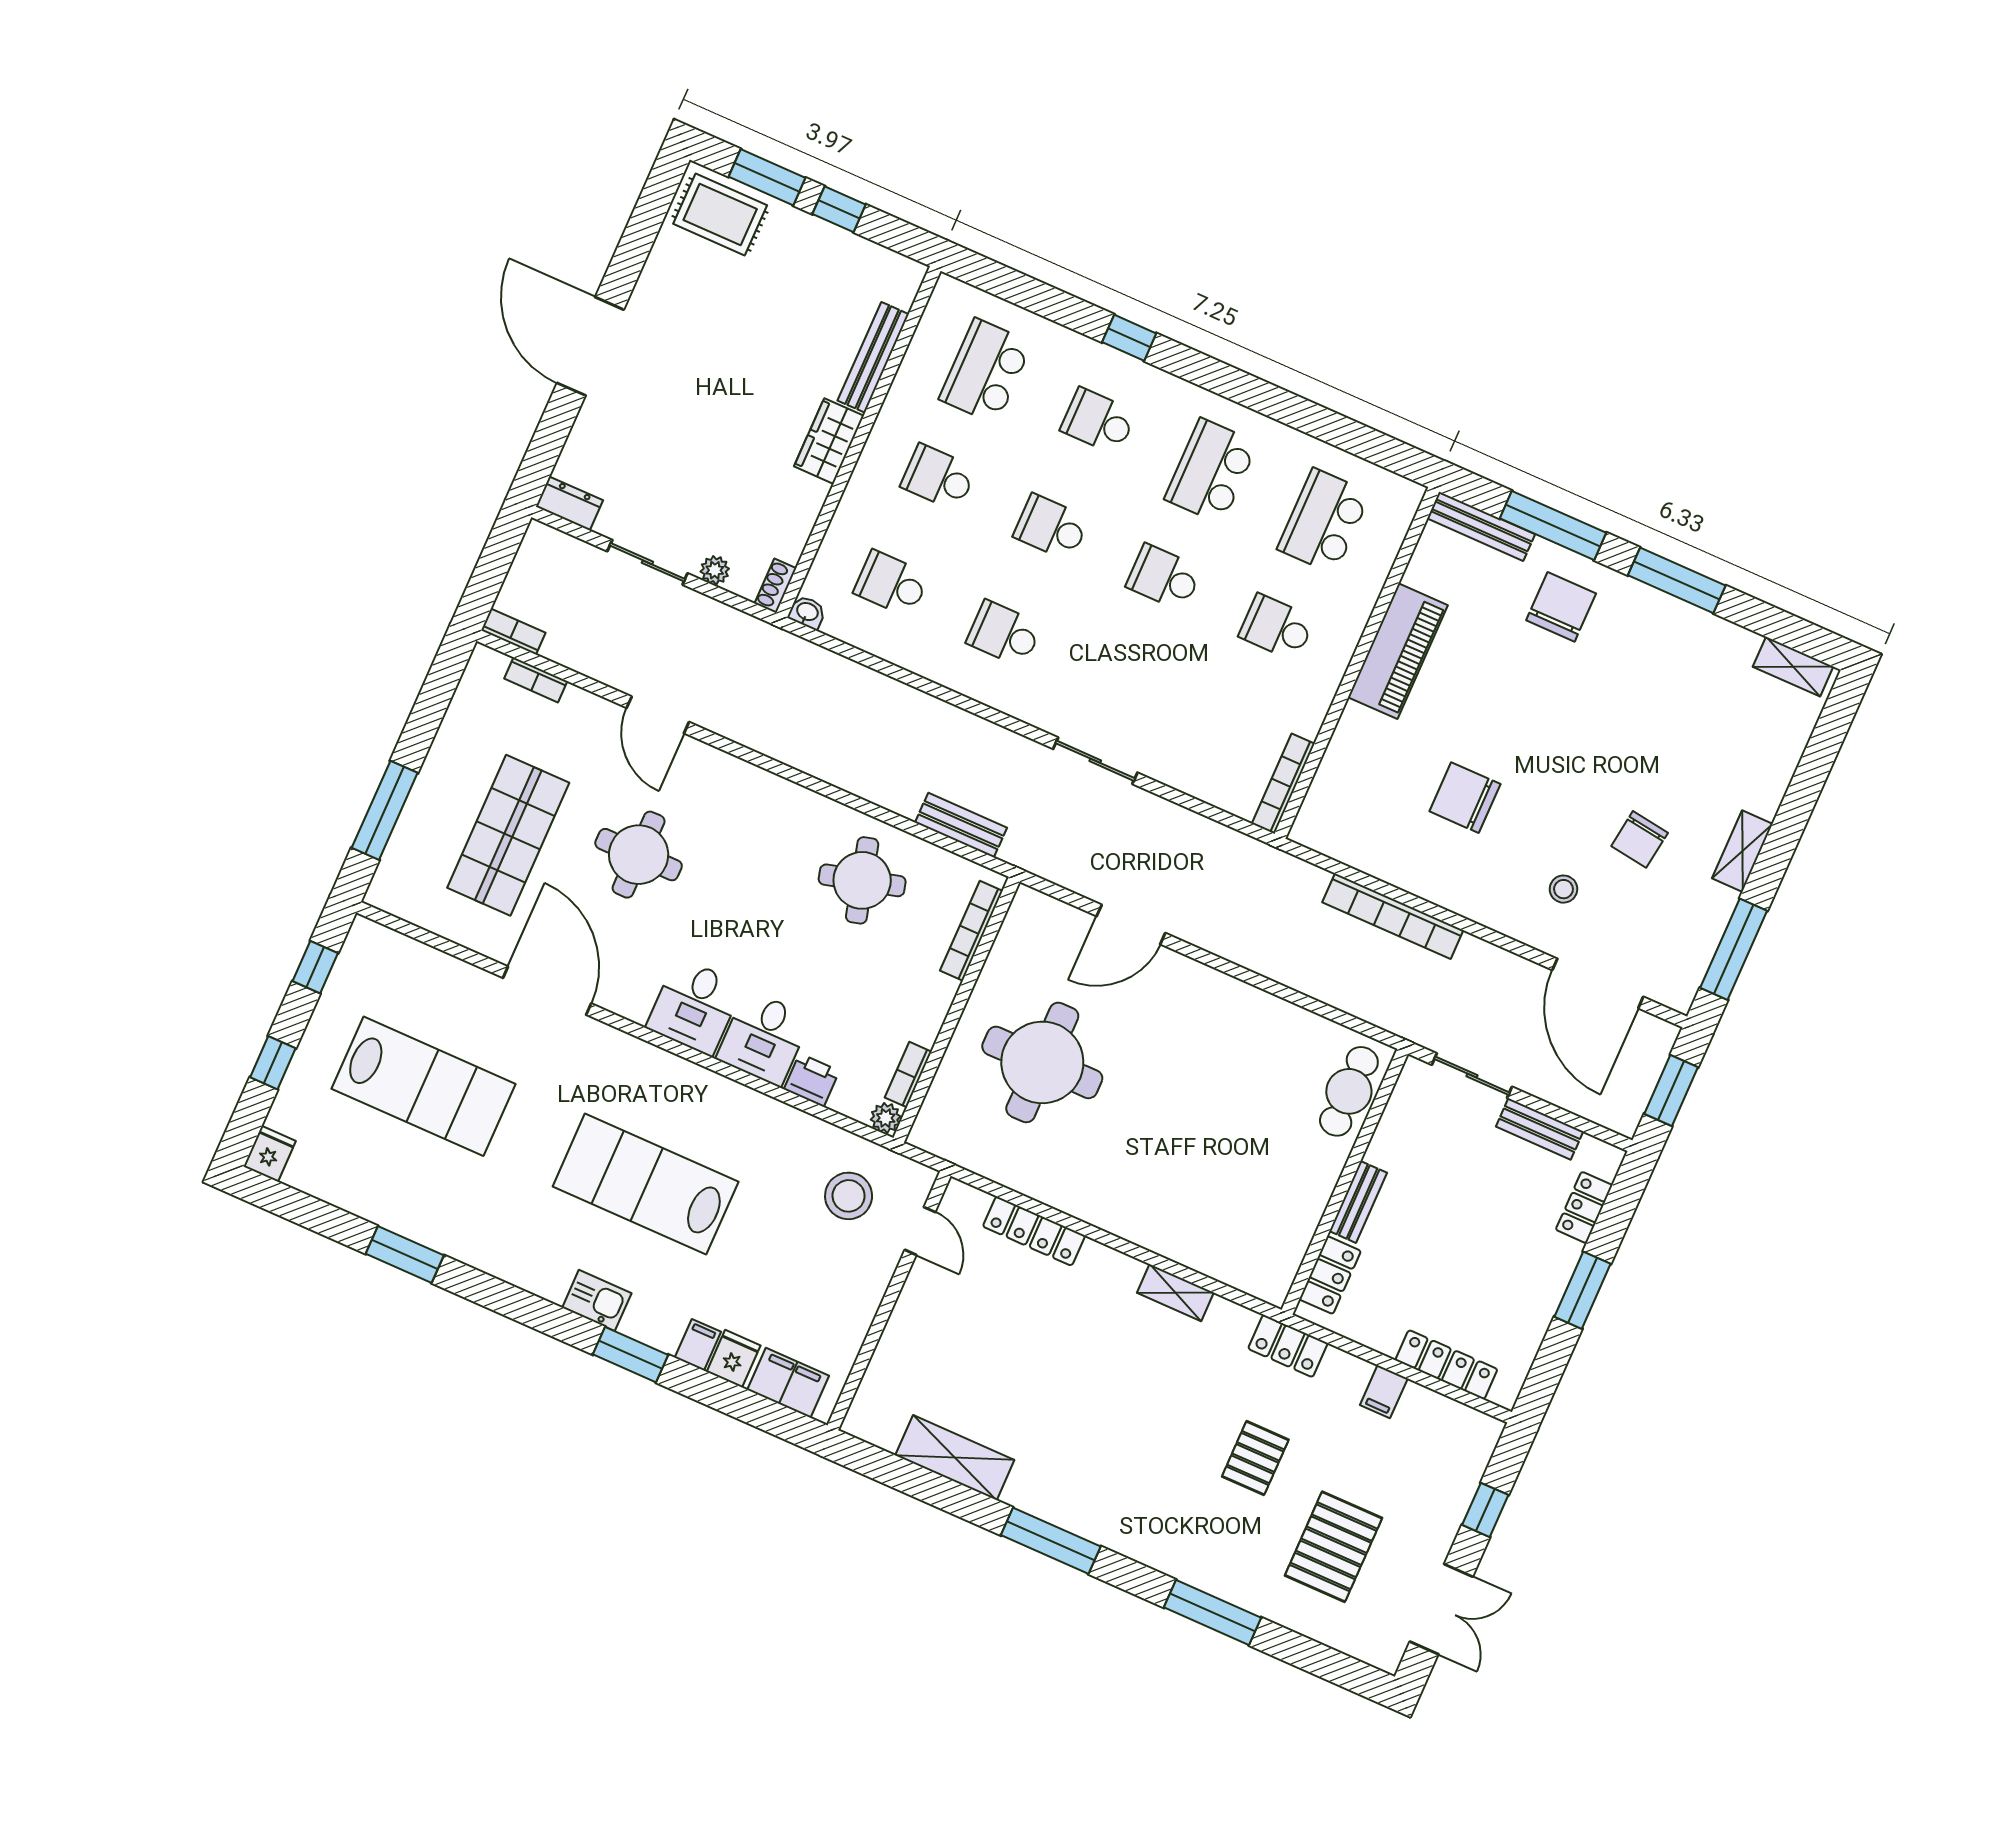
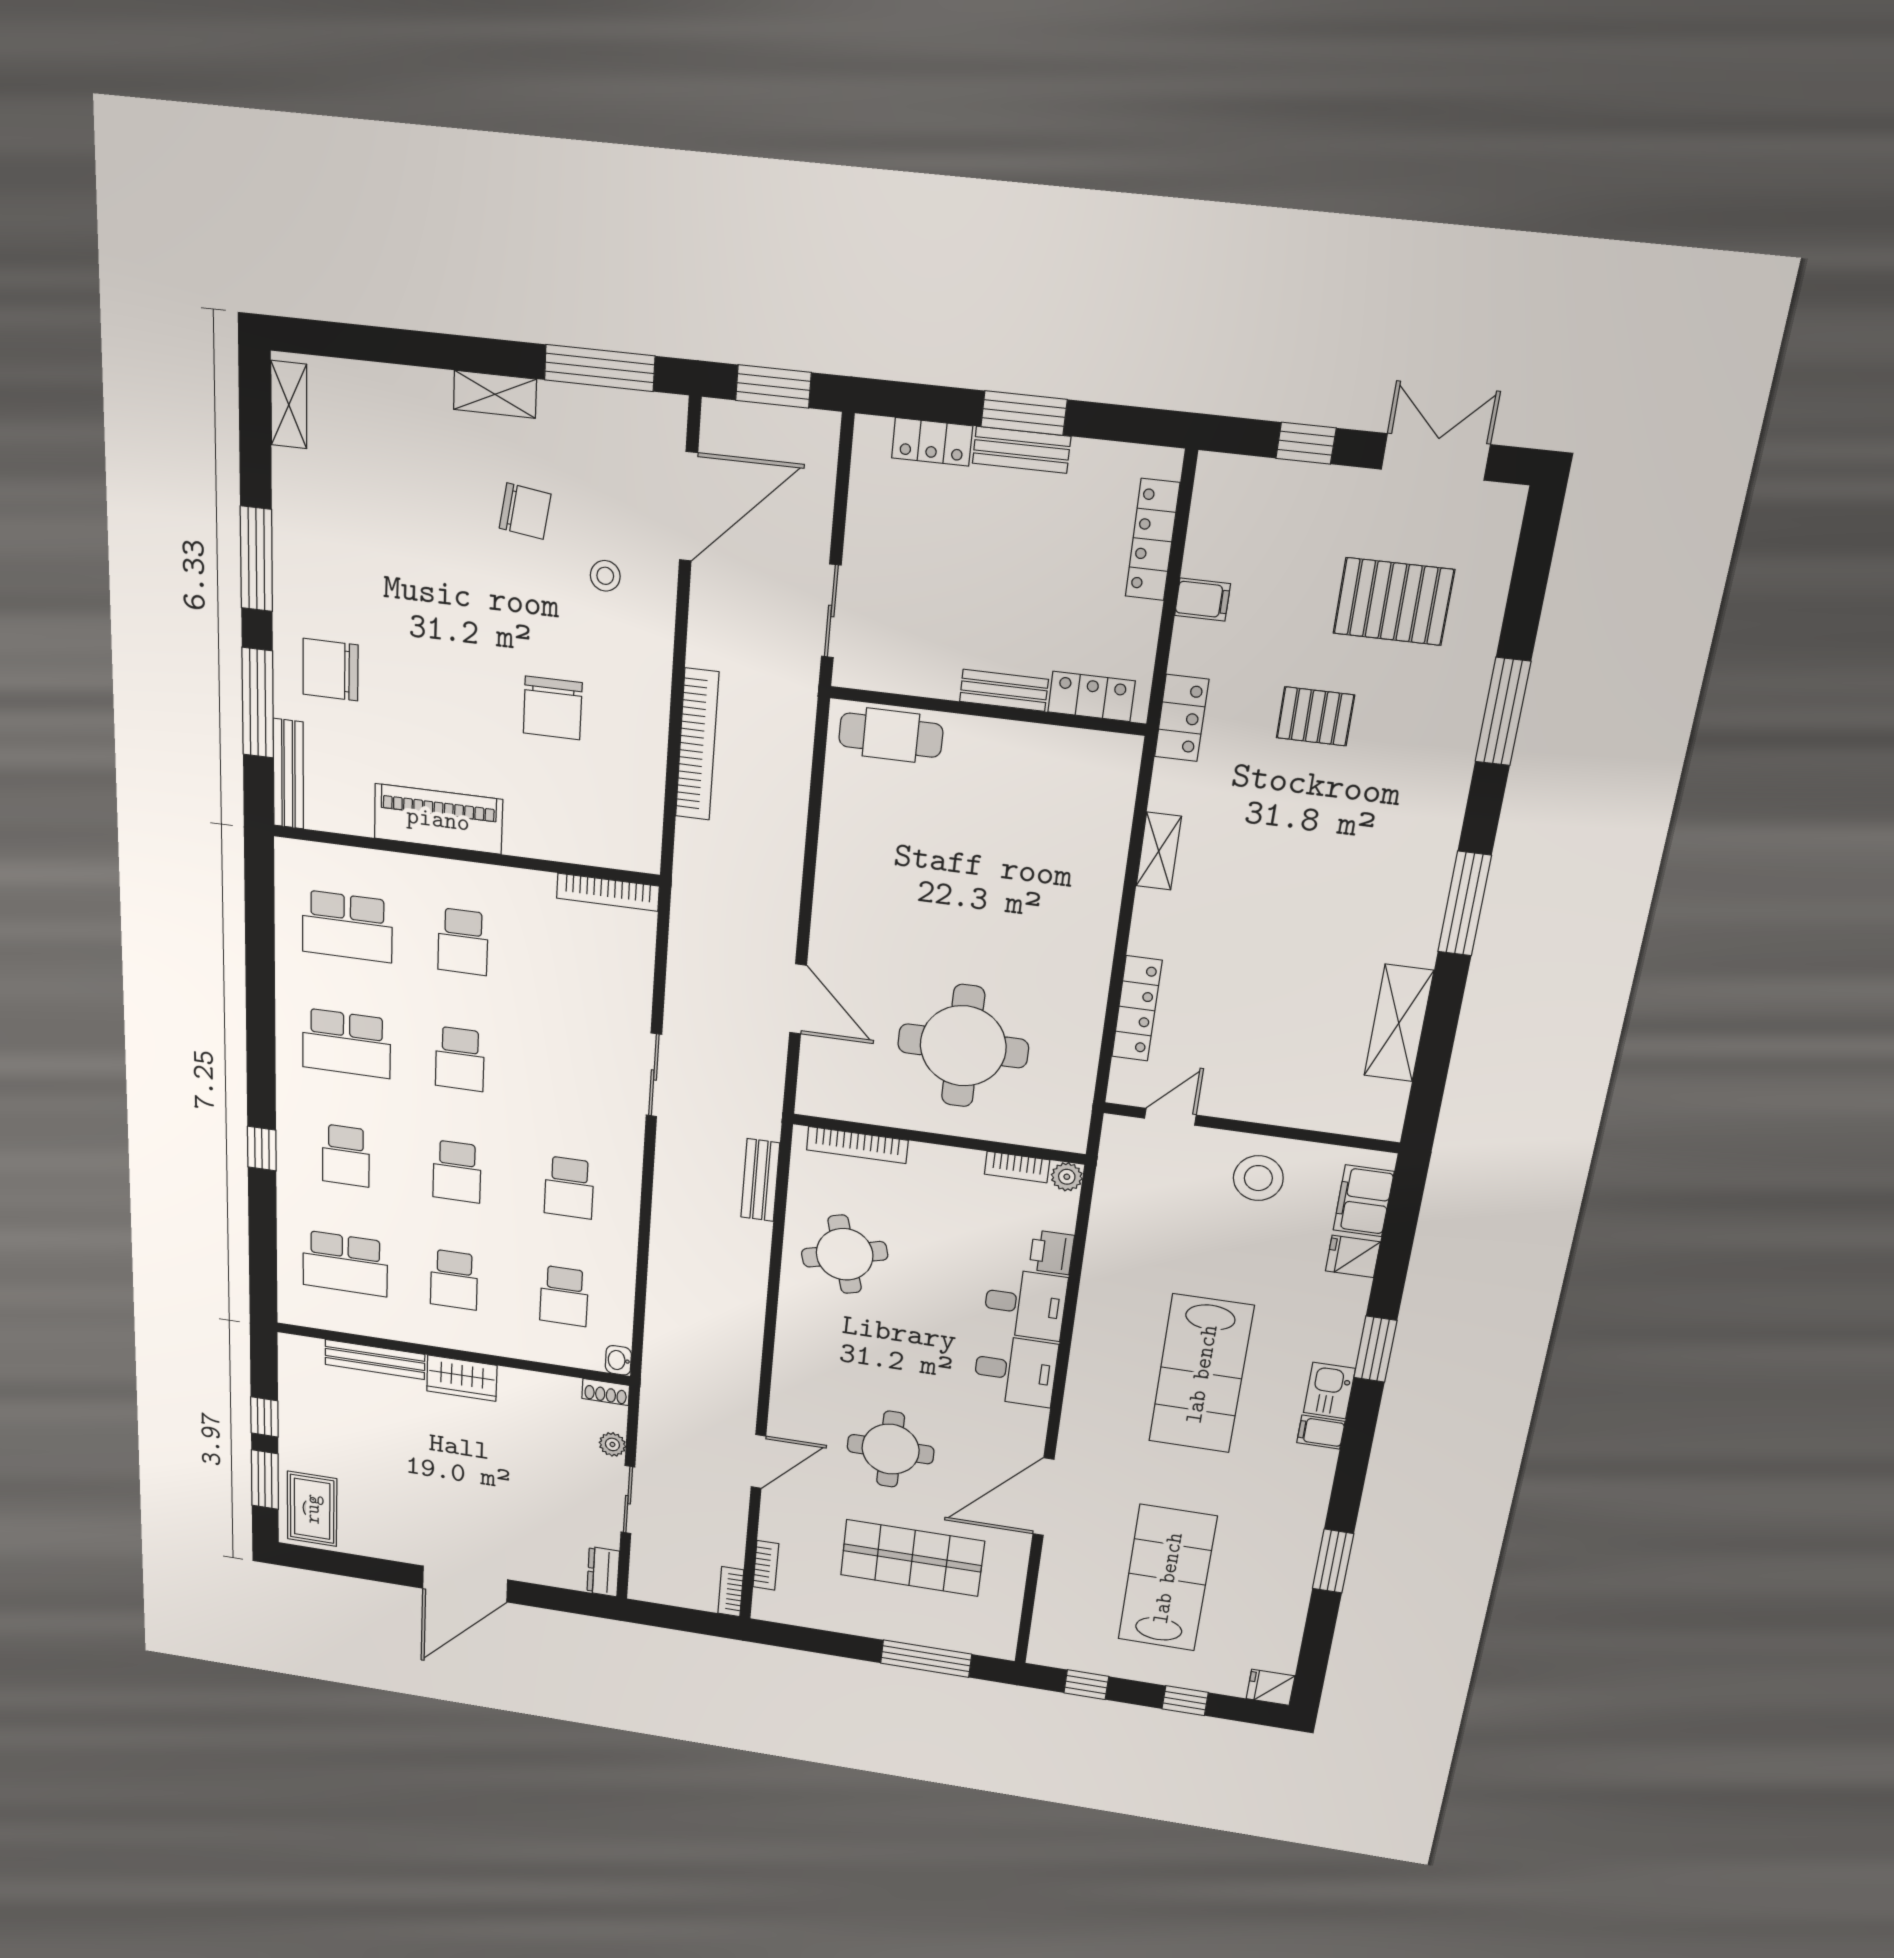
bench: (1540, 1129) -> (1022, 450), moved, turned 90
stool: (849, 1196) -> (1258, 1178), moved
filing cabinet: (698, 1345) -> (1321, 1432), moved

